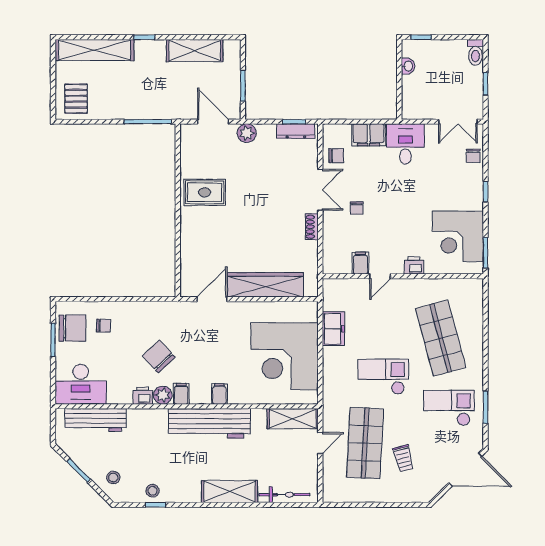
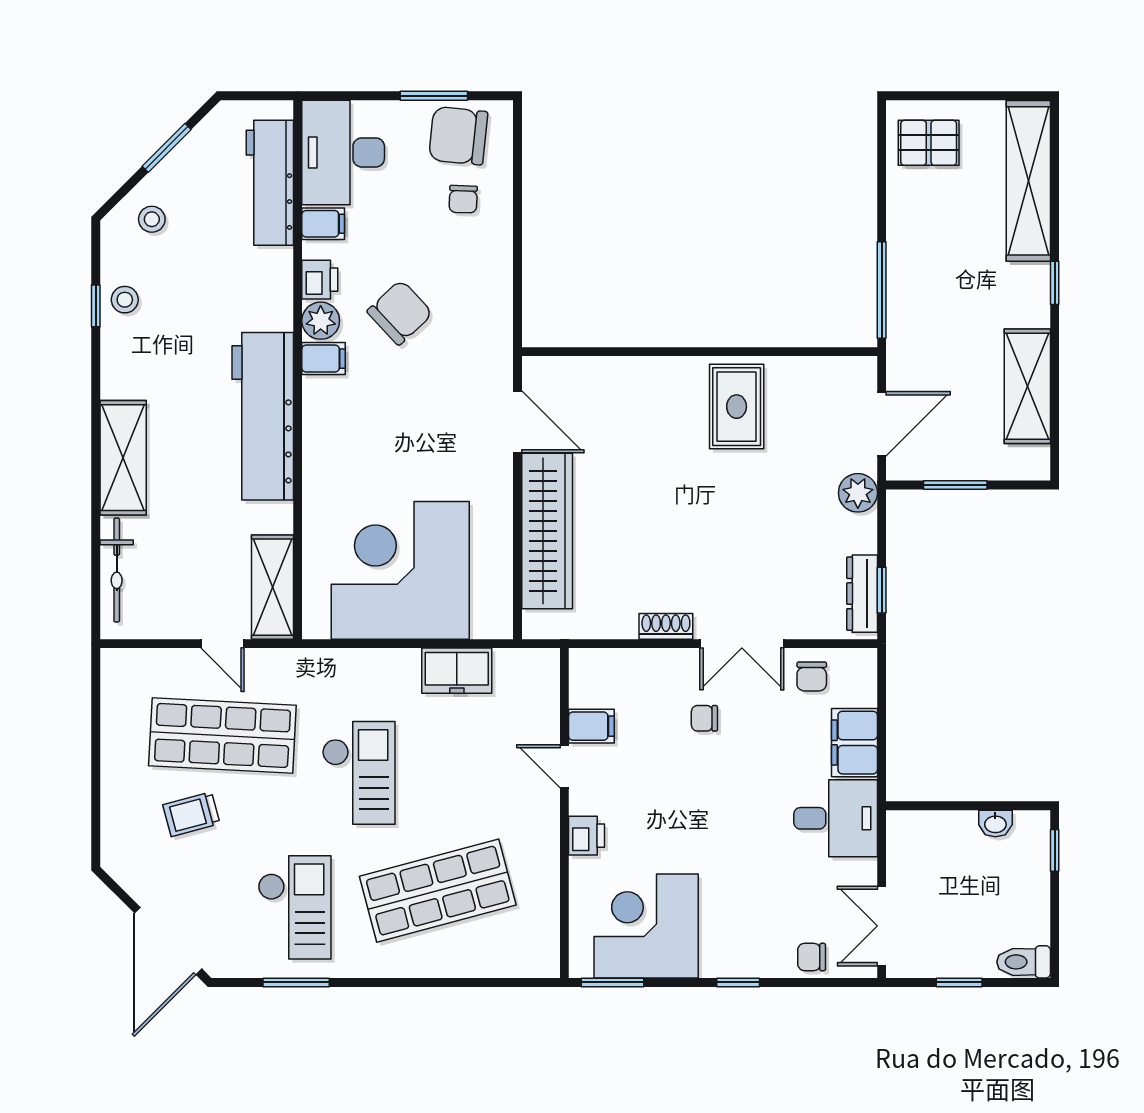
chair: (73, 328) -> (458, 136), turned 96
filing cabinet: (219, 394) -> (323, 224), moved

